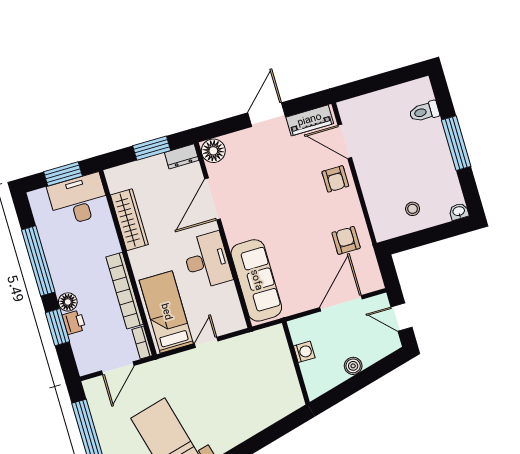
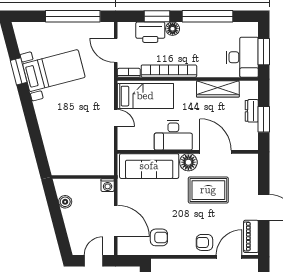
floor lamp: (213, 151) -> (188, 162), moved
dresser: (182, 156) -> (252, 111), moved
rug: (265, 194) -> (208, 190), added
printer: (74, 322) -> (150, 32), width x1.87, depth x1.48
washing machine: (304, 352) -> (108, 185), moved
boiler: (353, 366) -> (65, 202), moved

